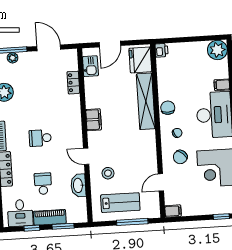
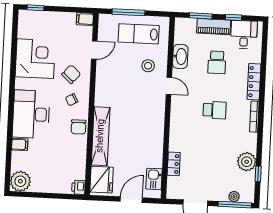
filing cabinet: (94, 120) -> (157, 123), removed

